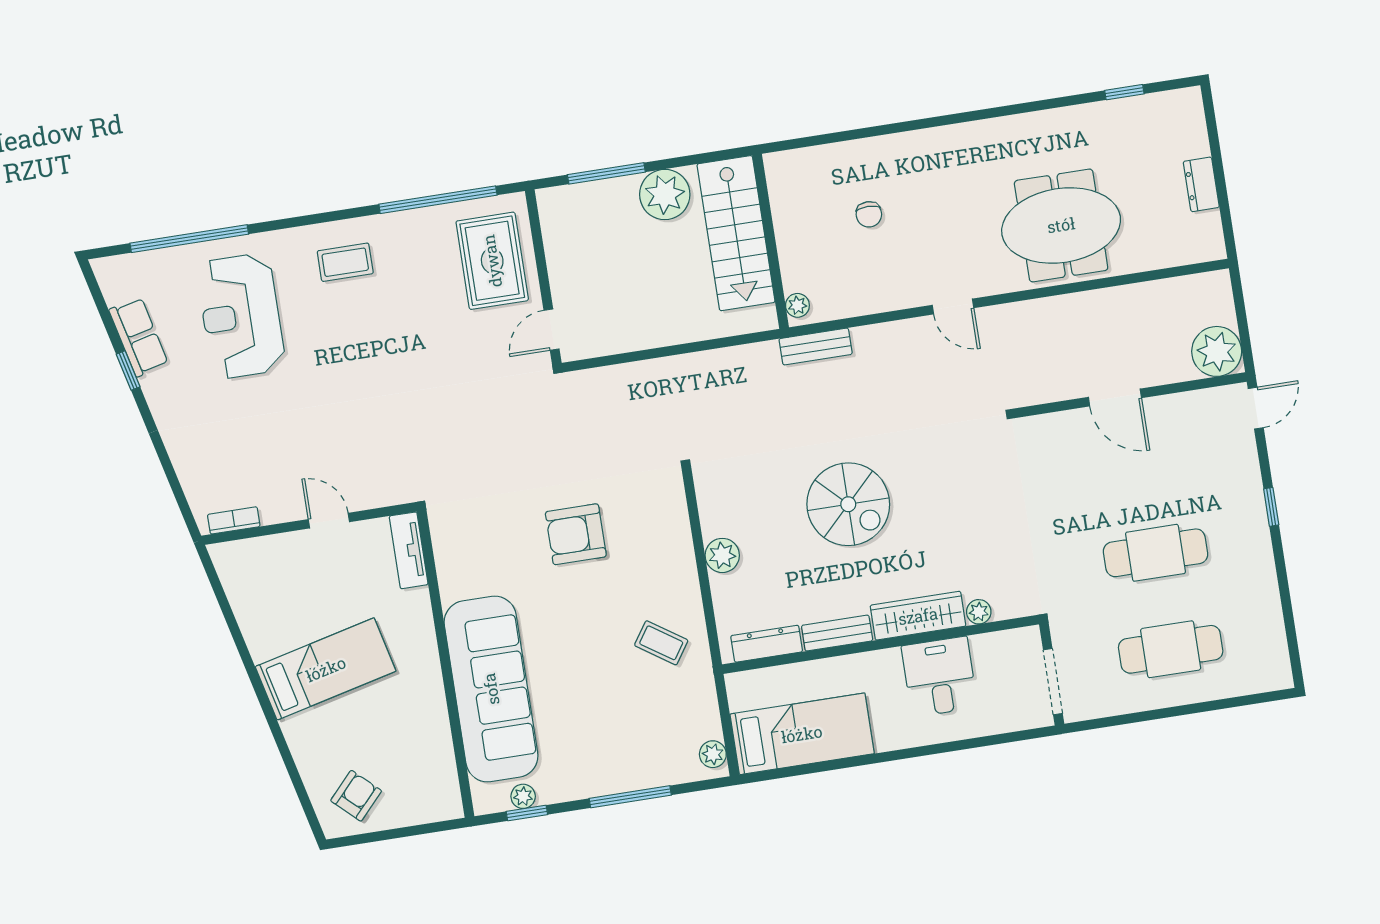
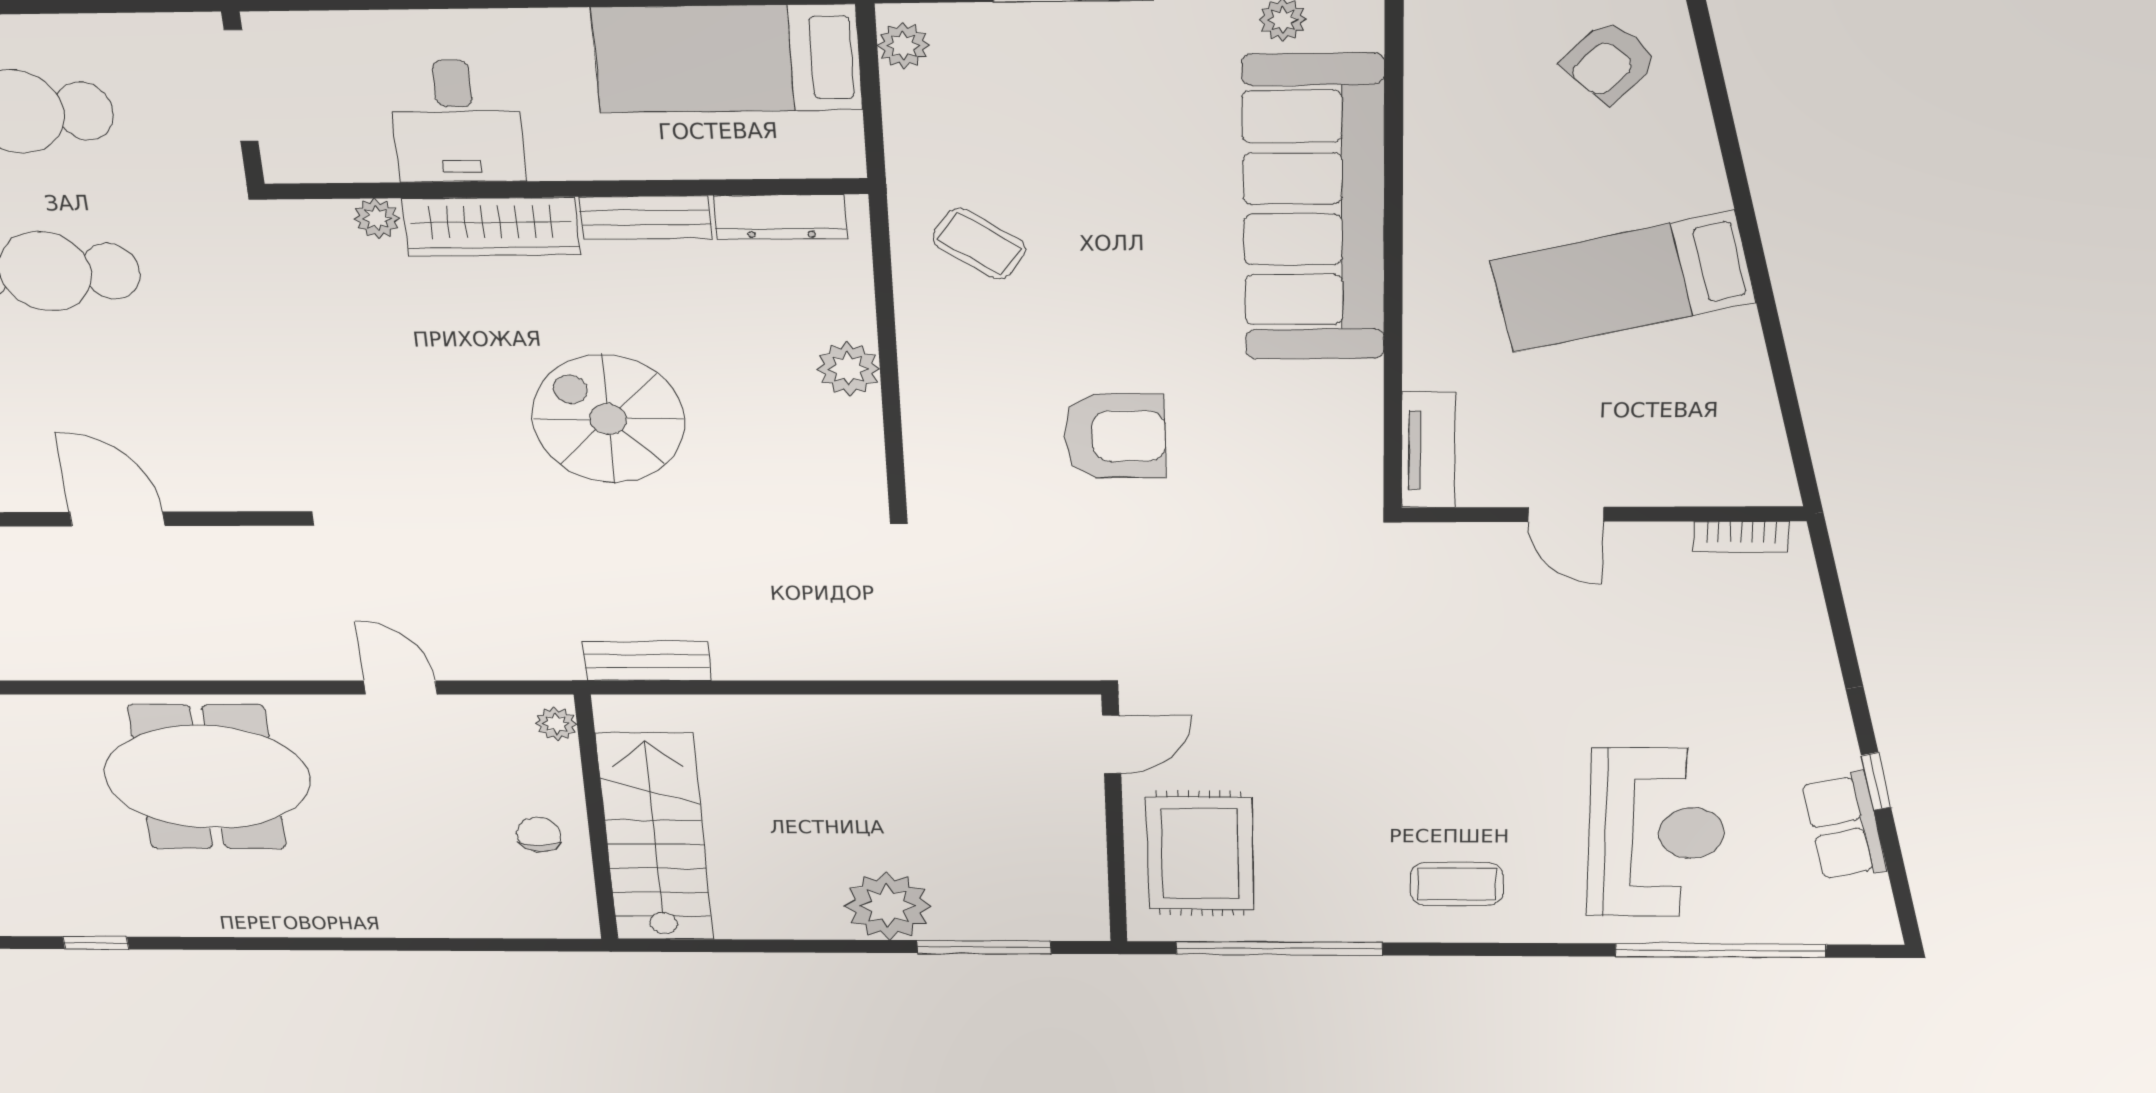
stairs: (736, 233) -> (655, 838), moved
wall: (771, 241) -> (596, 819), moved
plant: (797, 305) -> (556, 724), moved

